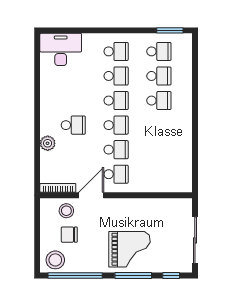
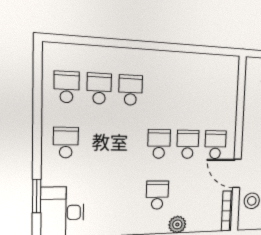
window: (170, 30) -> (37, 196), moved
school desk: (116, 76) -> (98, 143), removed
school desk: (116, 101) -> (129, 143), removed

